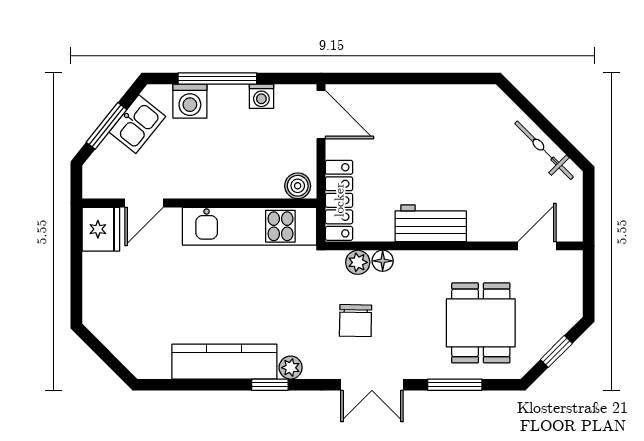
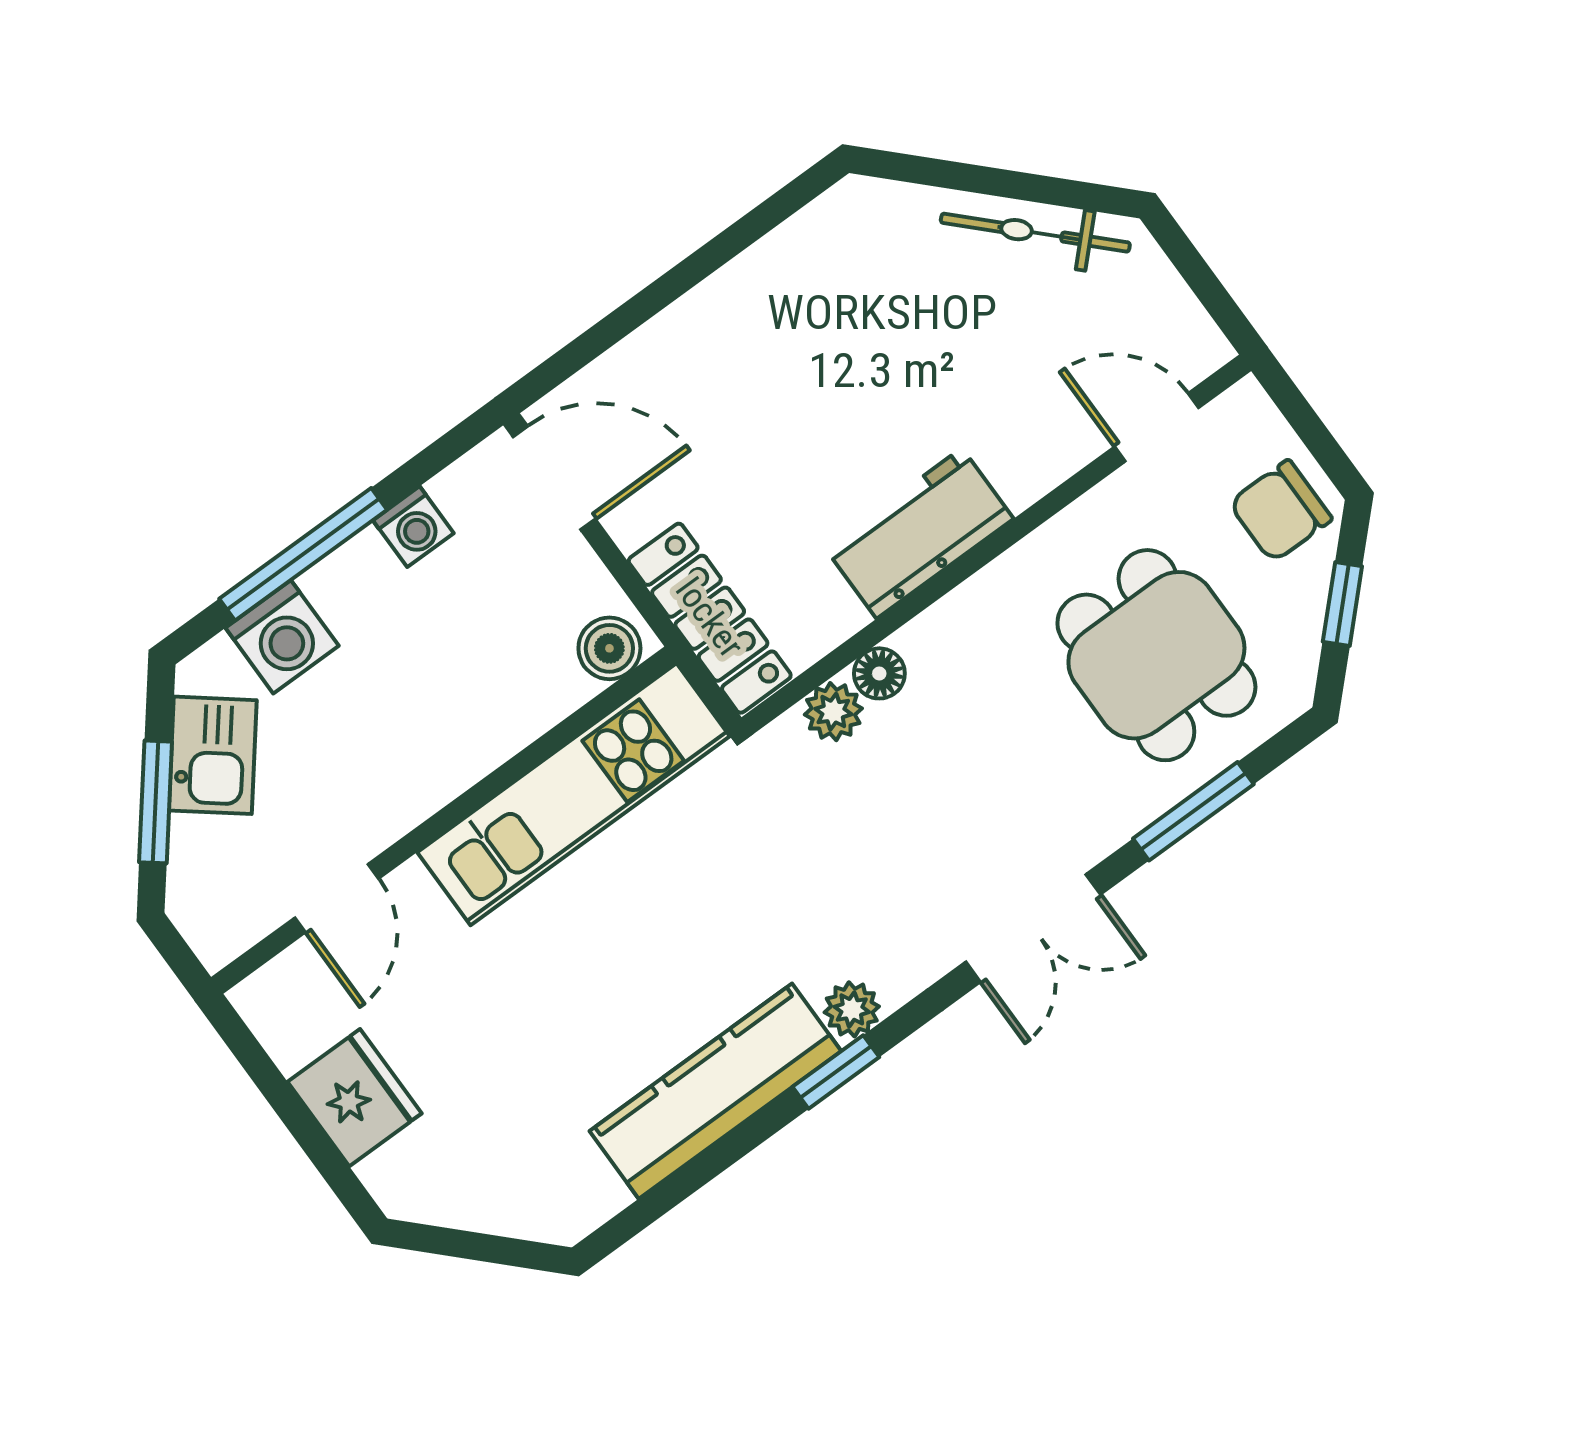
fridge: (101, 229) -> (355, 1098), moved
door: (537, 246) -> (1157, 427), hinge flipped
chair: (355, 321) -> (1280, 511), moved, turned 89

